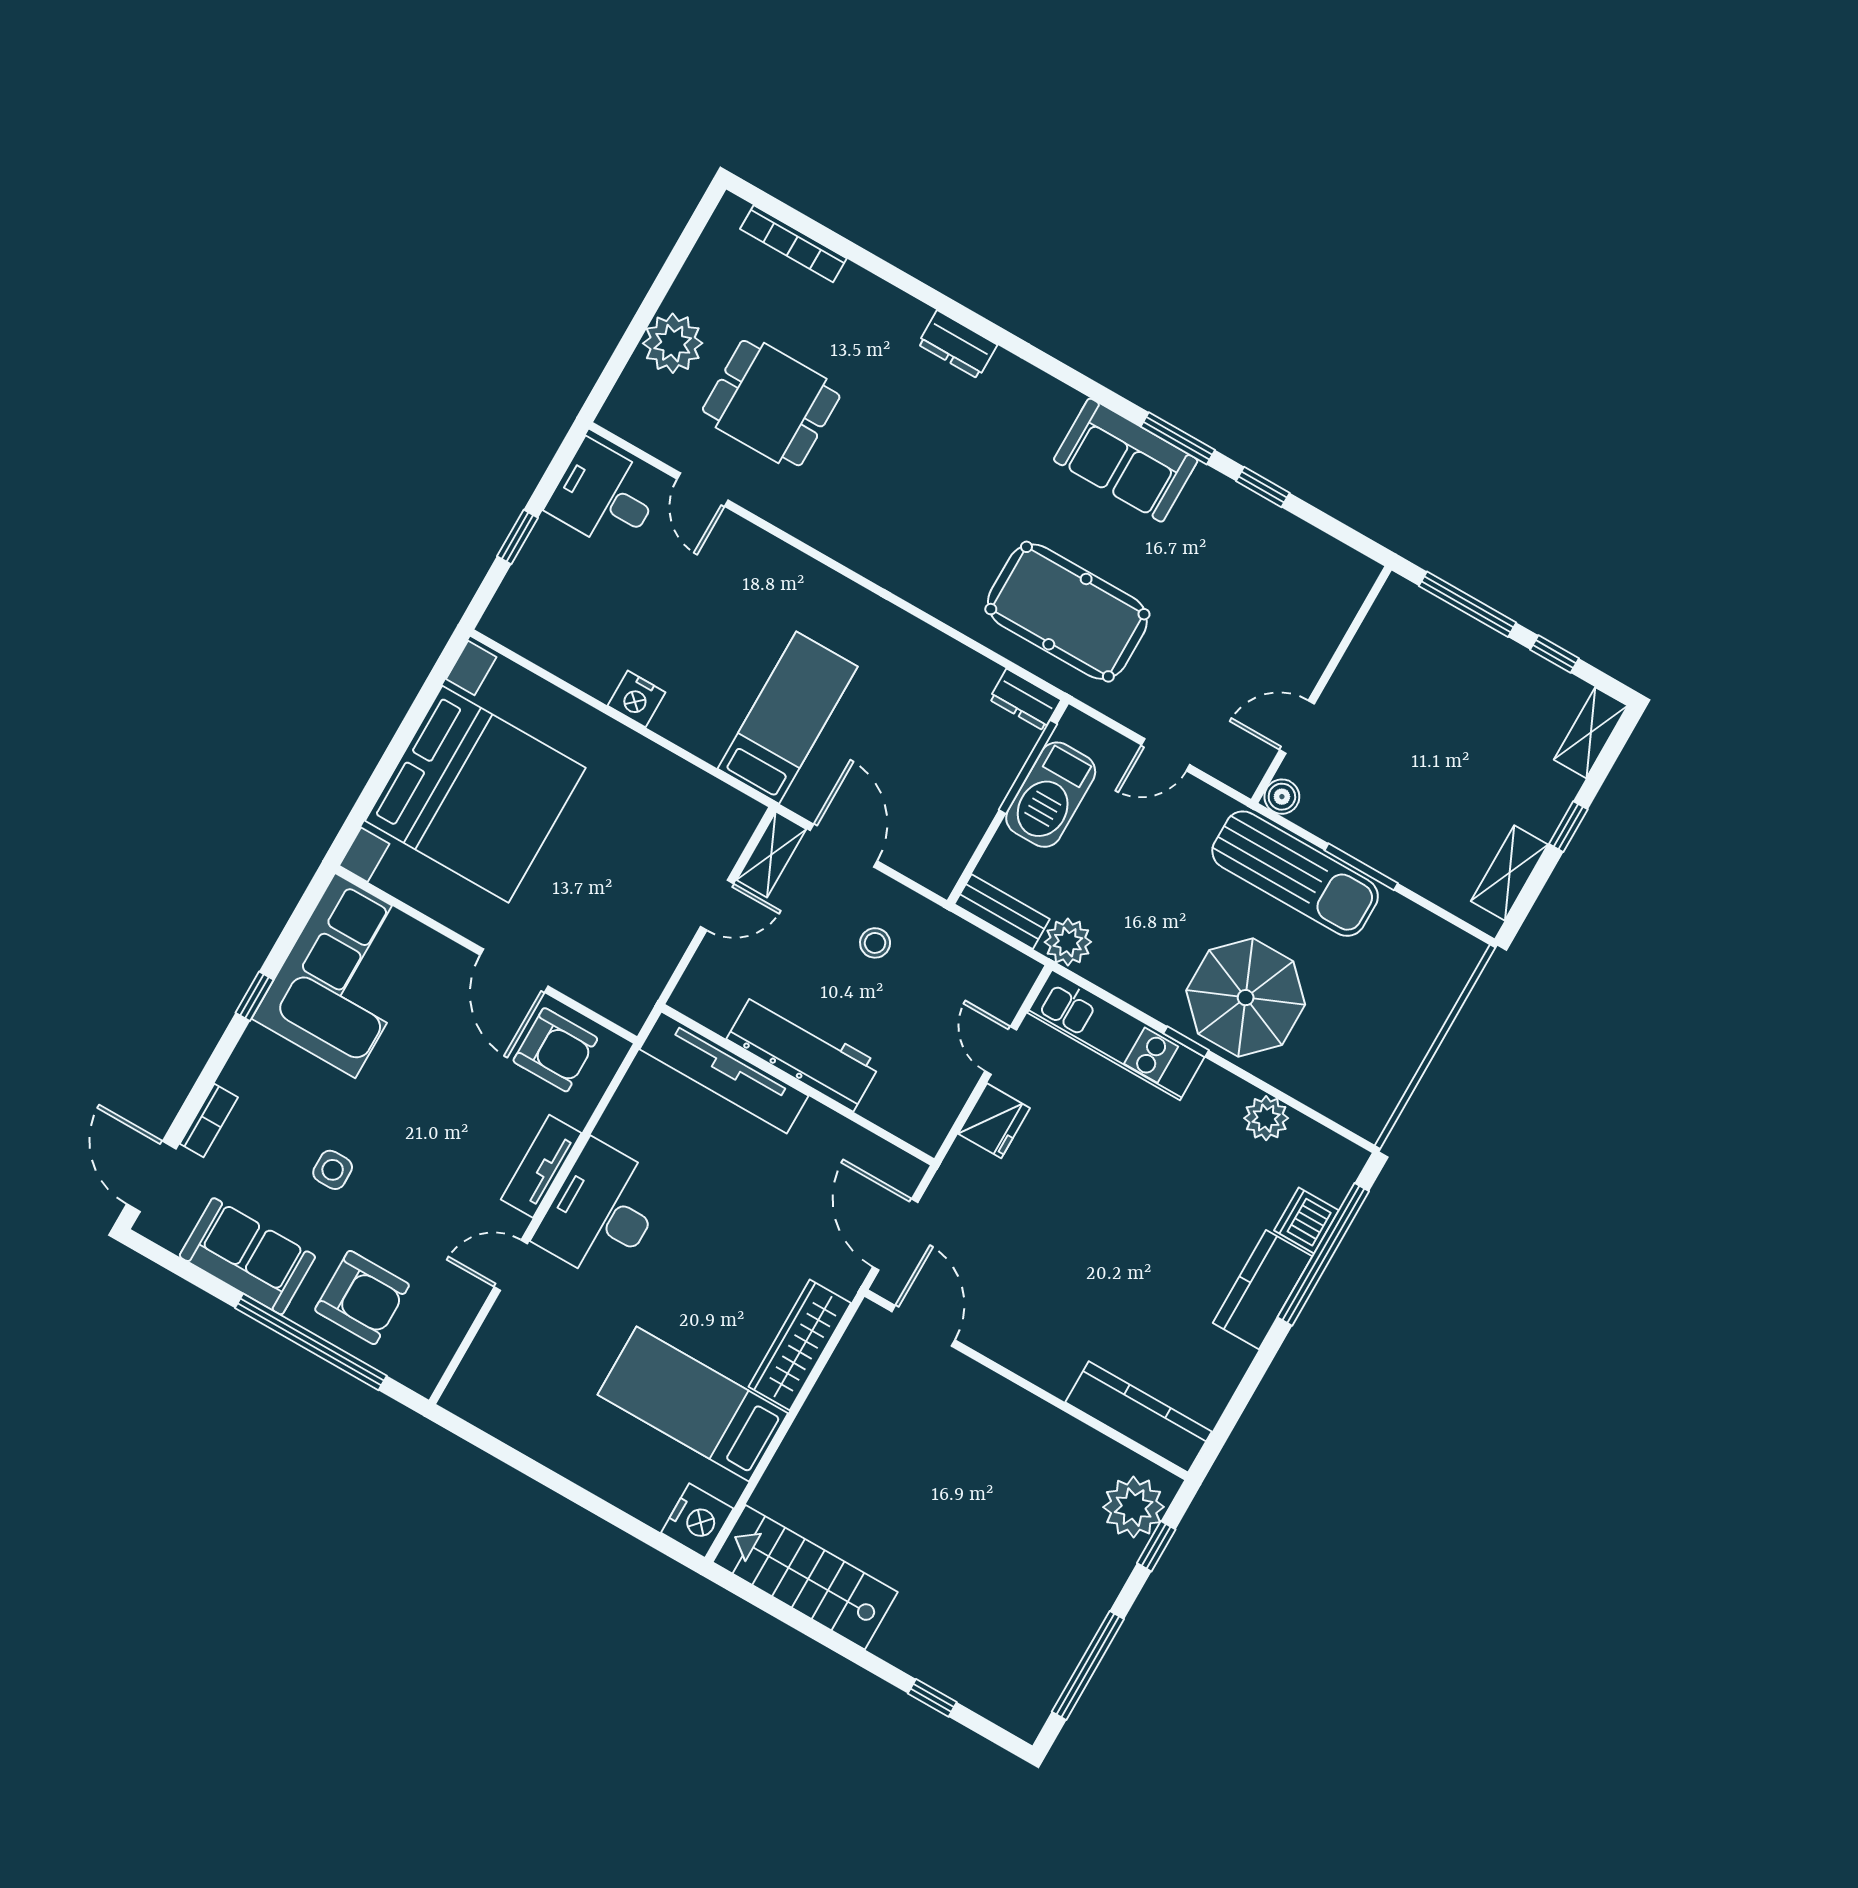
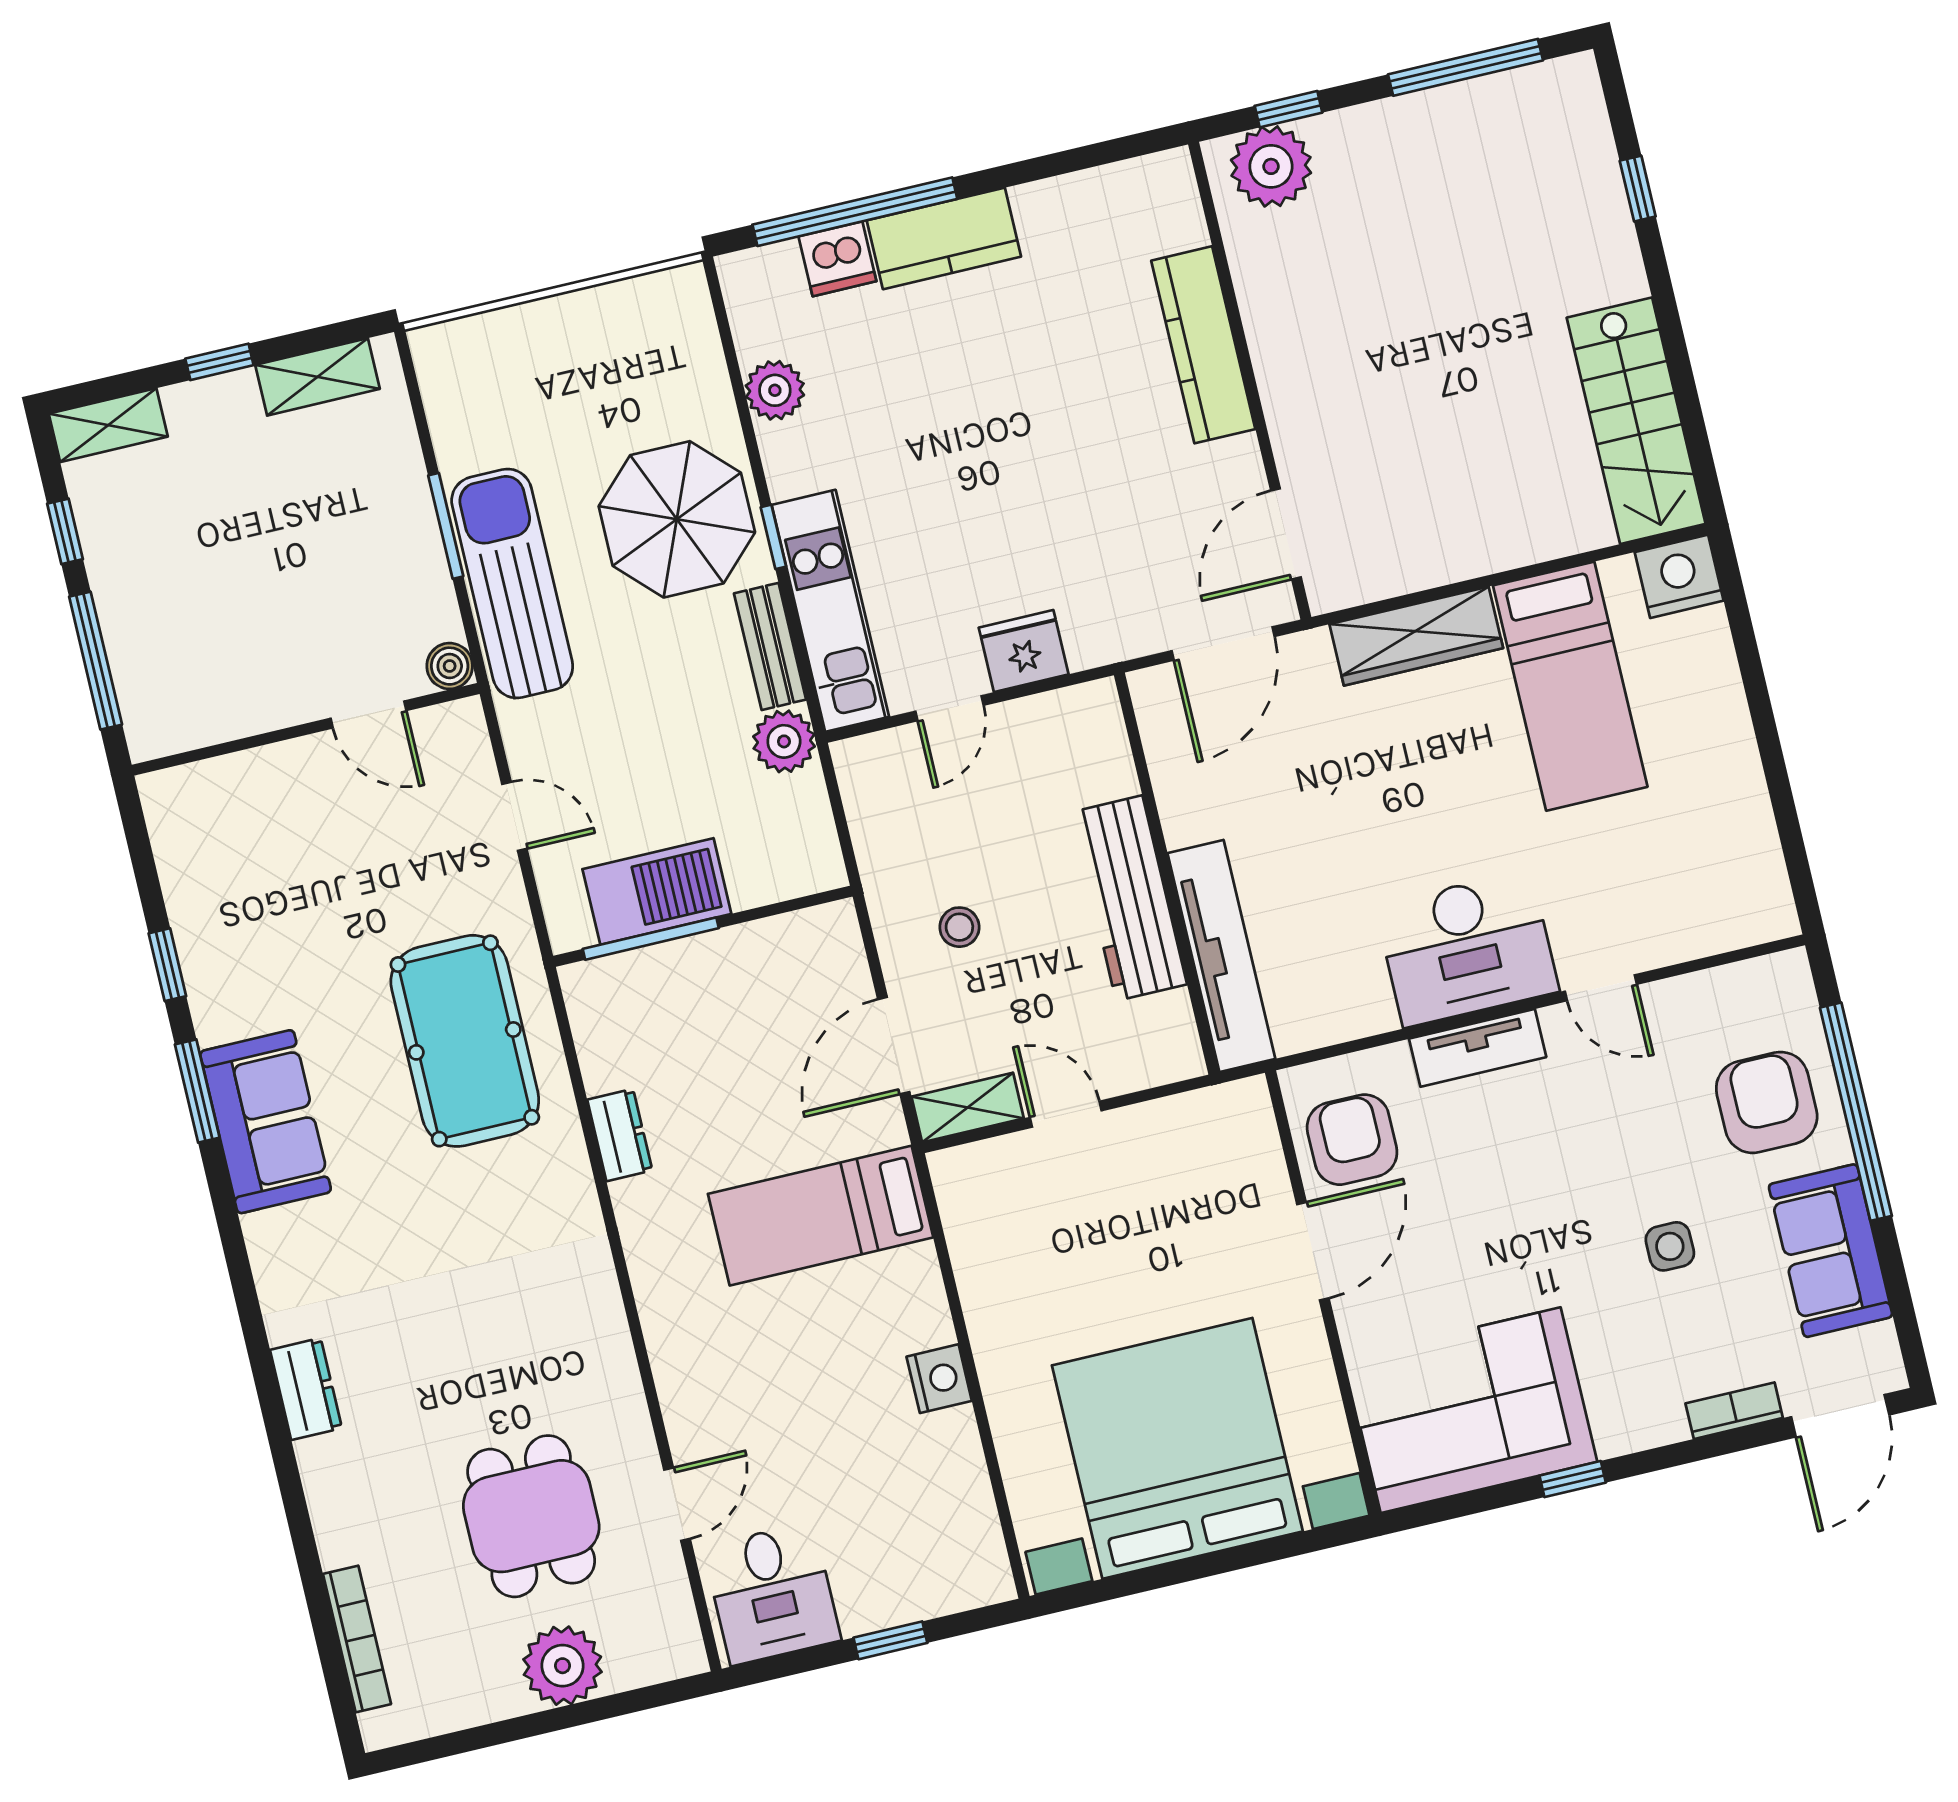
dresser: (1025, 700) -> (620, 1135), moved
bench: (1002, 912) -> (770, 646), moved
kitchen counter: (1138, 1417) -> (1203, 345), moved

